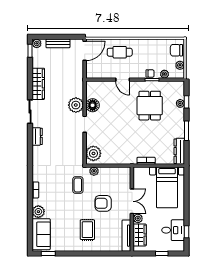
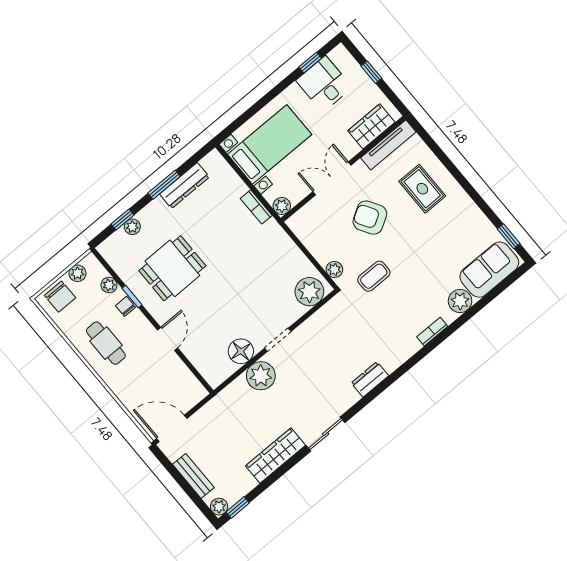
cafe table: (120, 52) -> (106, 343), moved
dresser: (37, 136) -> (370, 379), moved
dresser: (179, 151) -> (184, 186), moved
armchair: (103, 203) -> (370, 218), turned 149
plant: (138, 218) -> (282, 206), moved
rug: (87, 230) -> (422, 189), moved, turned 90

